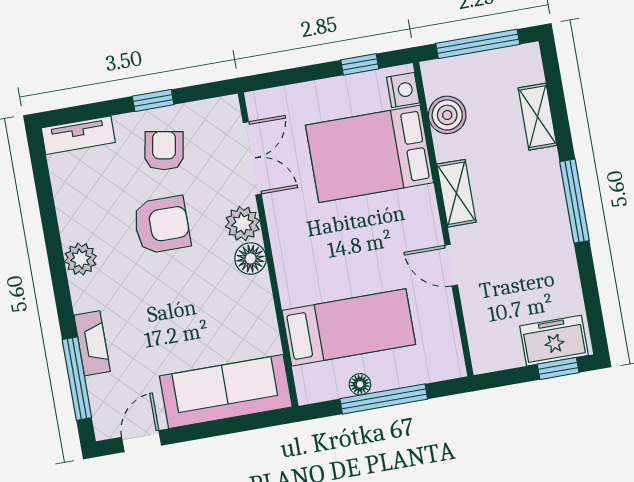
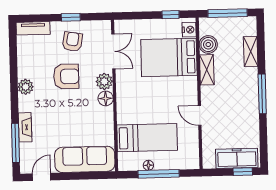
shelving: (456, 193) -> (207, 70), moved
freezer: (554, 341) -> (237, 158), width x1.40

